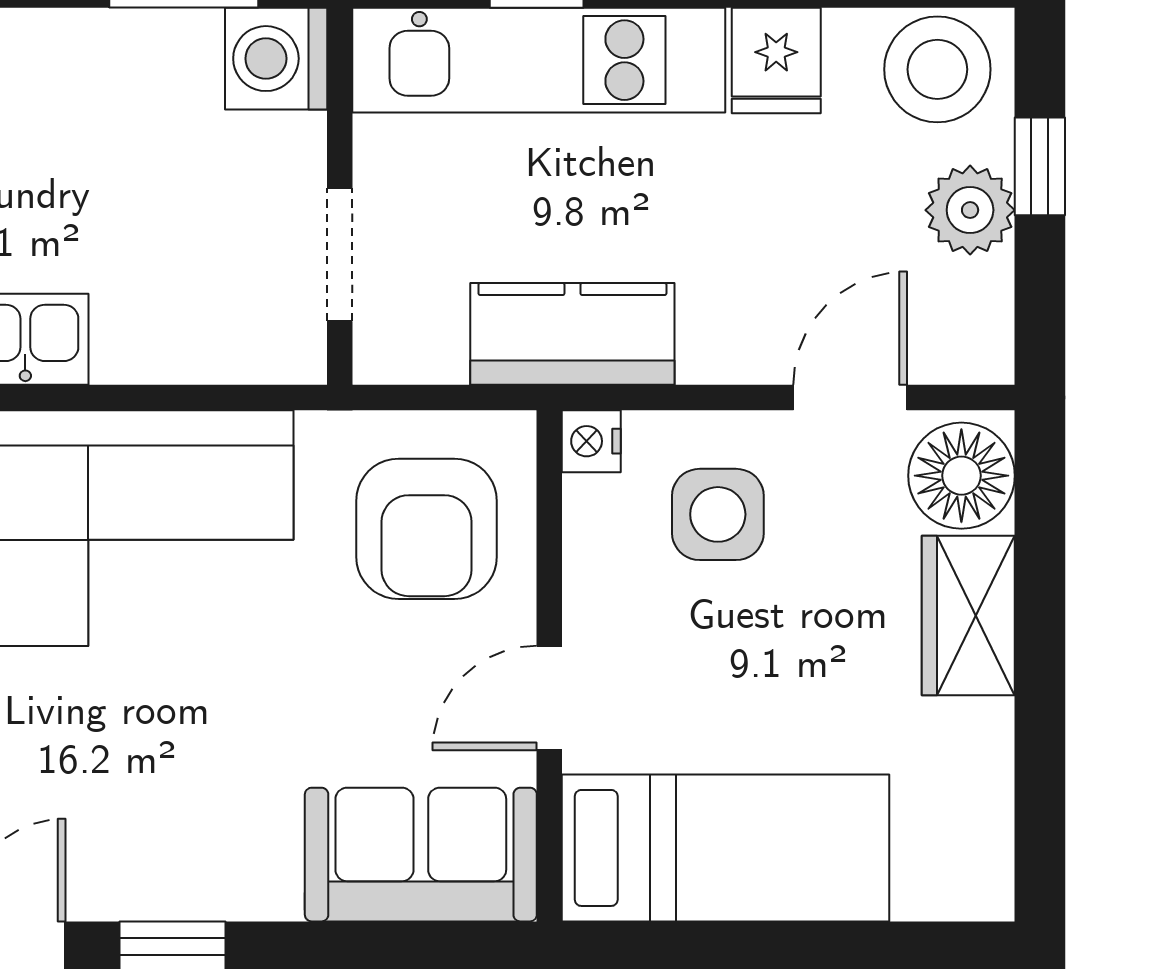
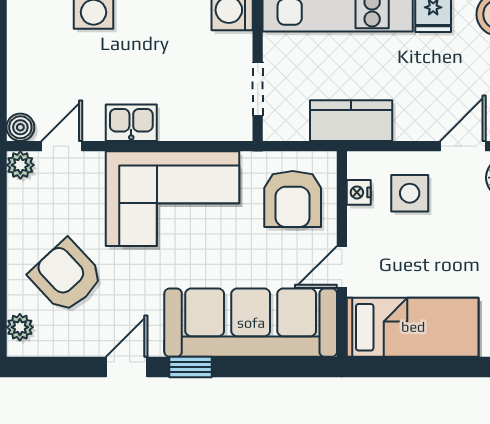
nightstand: (591, 441) -> (359, 192), moved
sofa: (421, 855) -> (251, 323), width x1.85, depth x1.27

